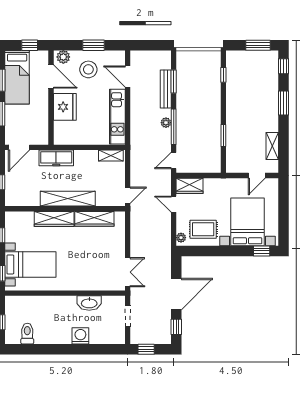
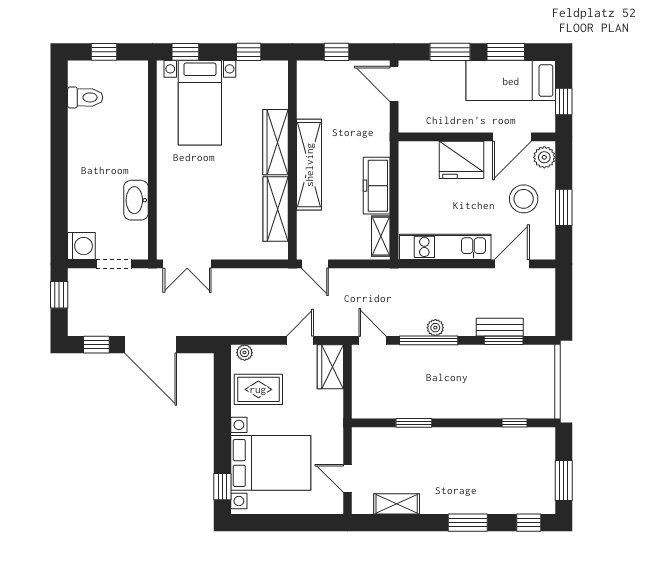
bench: (166, 89) -> (500, 327), width x0.73
freezer: (56, 158) -> (377, 186), moved
rug: (203, 229) -> (258, 389), turned 90
washing machine: (80, 336) -> (81, 246), moved

